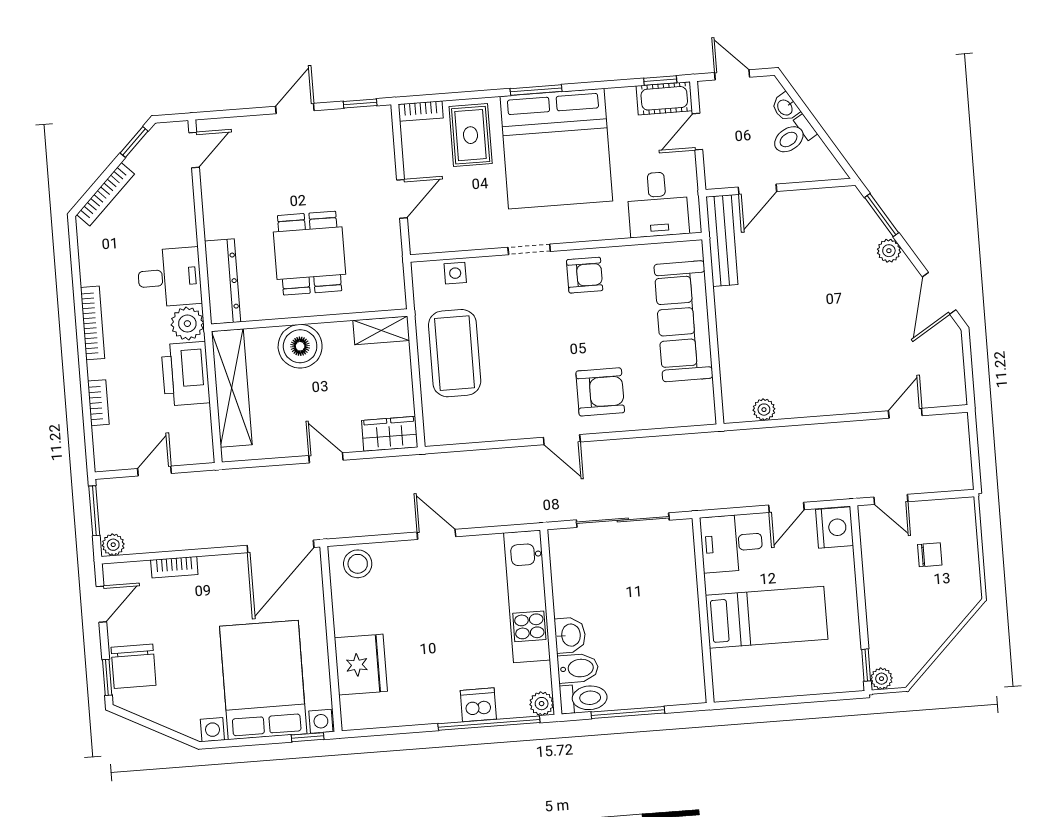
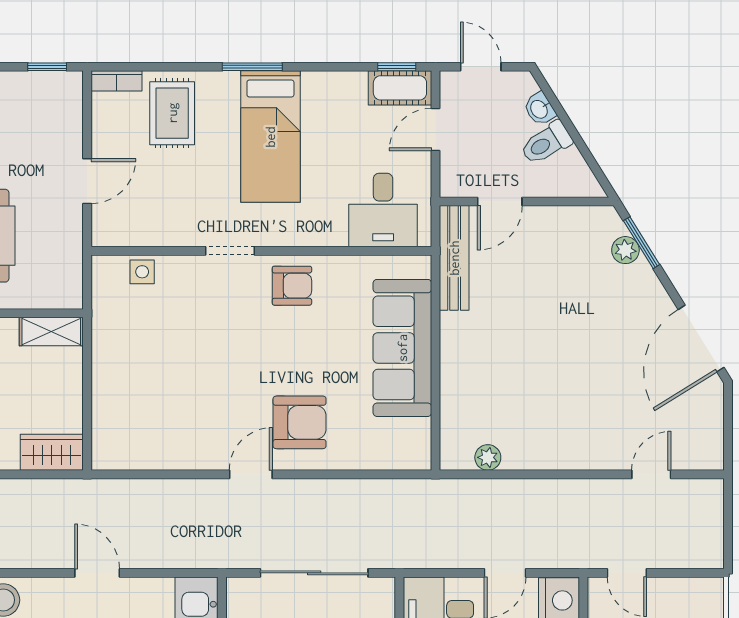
bed: (556, 149) -> (270, 137), width x0.49
plant: (889, 251) -> (625, 250), moved
door: (939, 293) -> (701, 338), width x1.36
coffee table: (455, 353) -> (134, 364), removed
door: (562, 440) -> (251, 474), swing flipped

